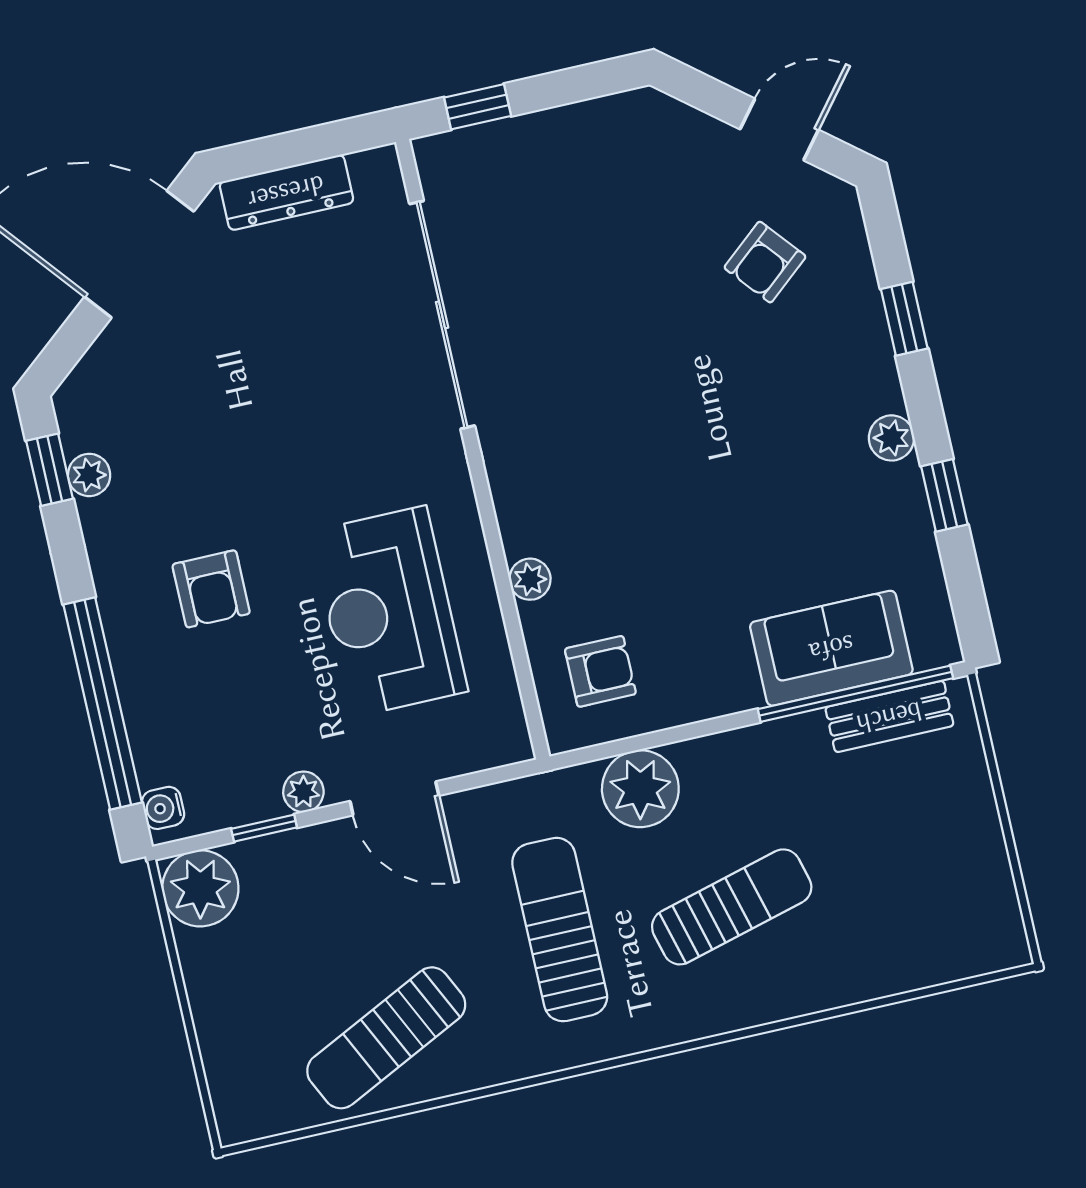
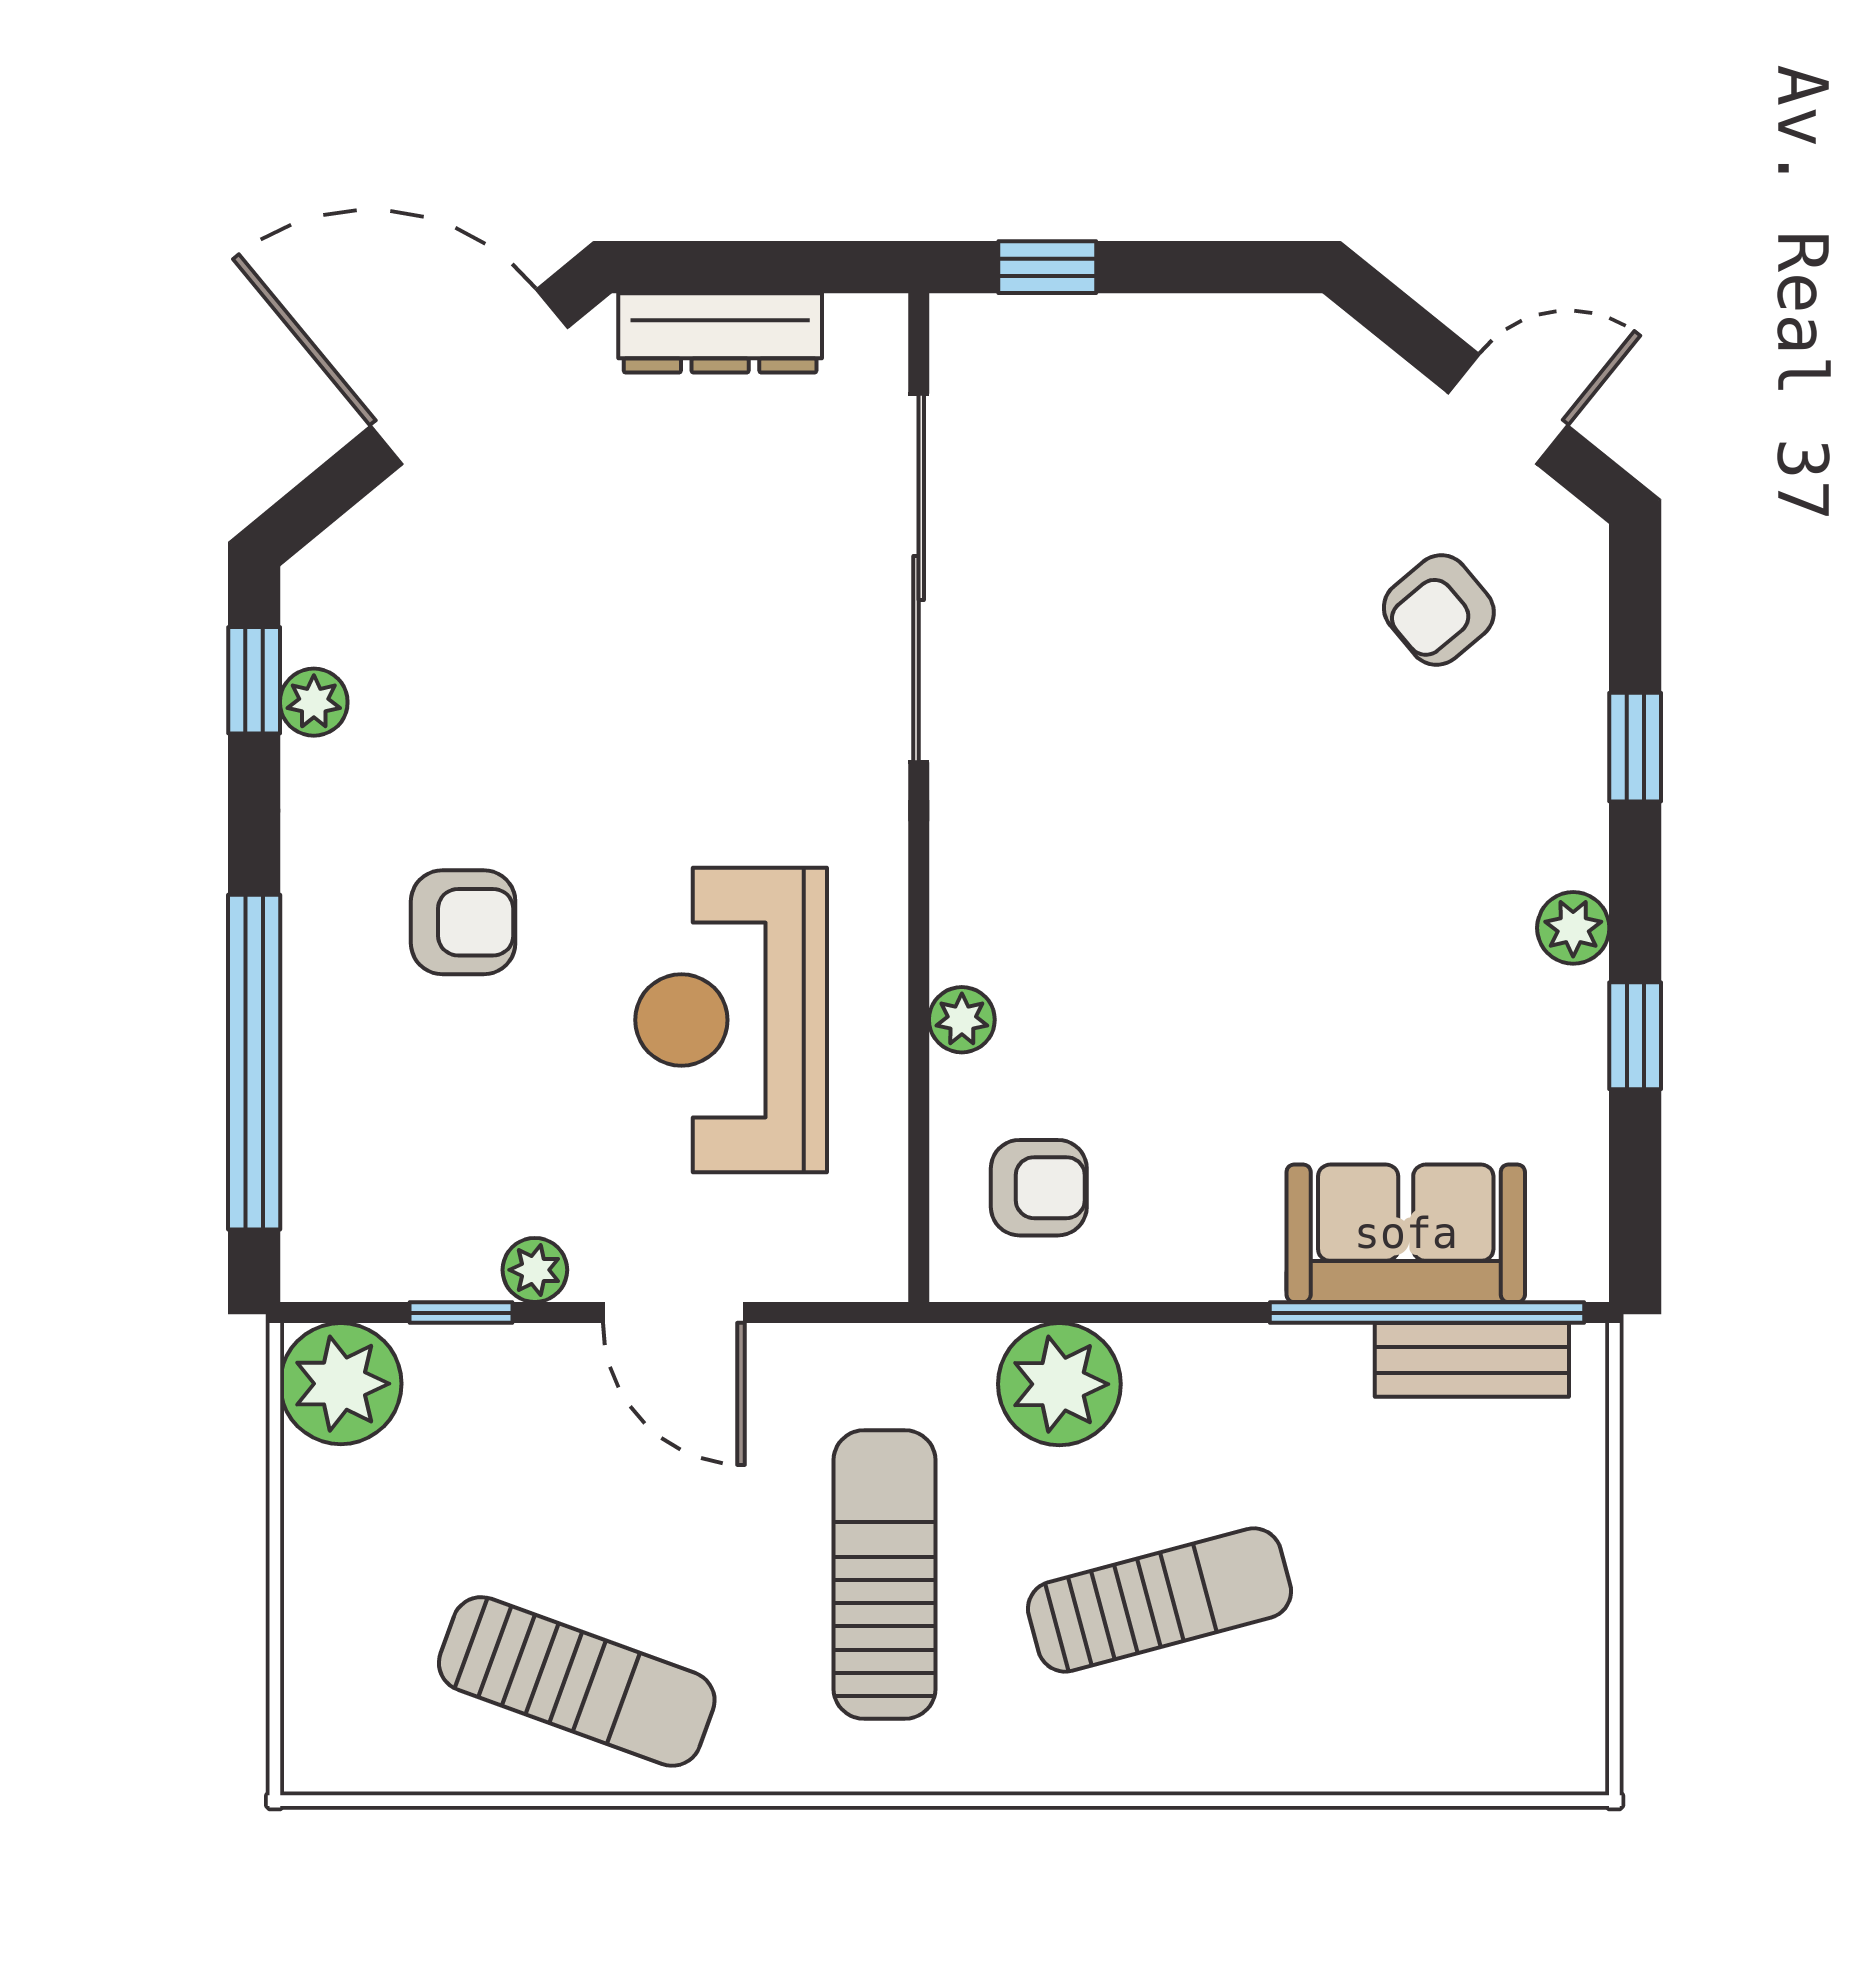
armchair: (211, 589) -> (463, 922), turned -90
water cooler: (163, 808) -> (311, 1246), removed
sun lounger: (386, 1038) -> (577, 1681), turned -134

